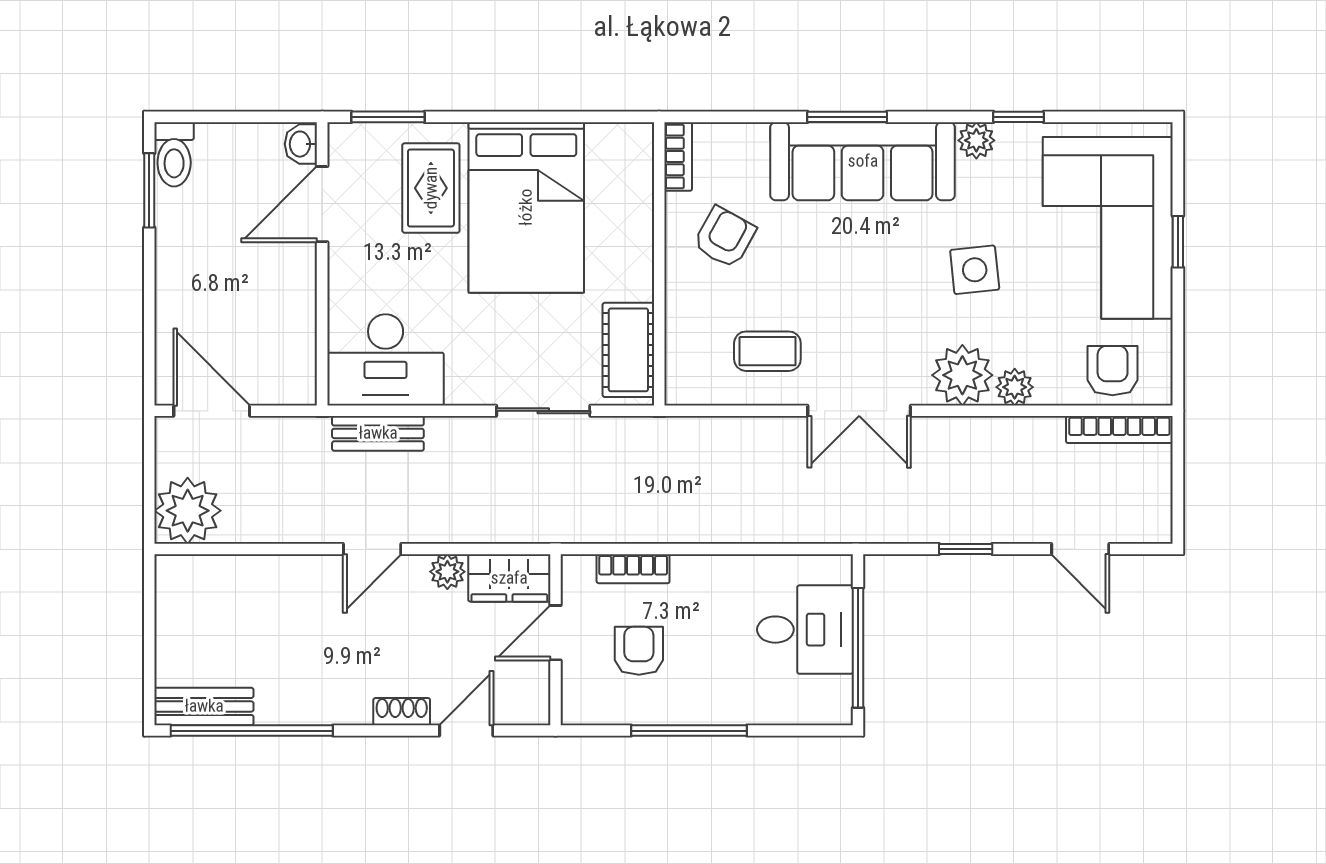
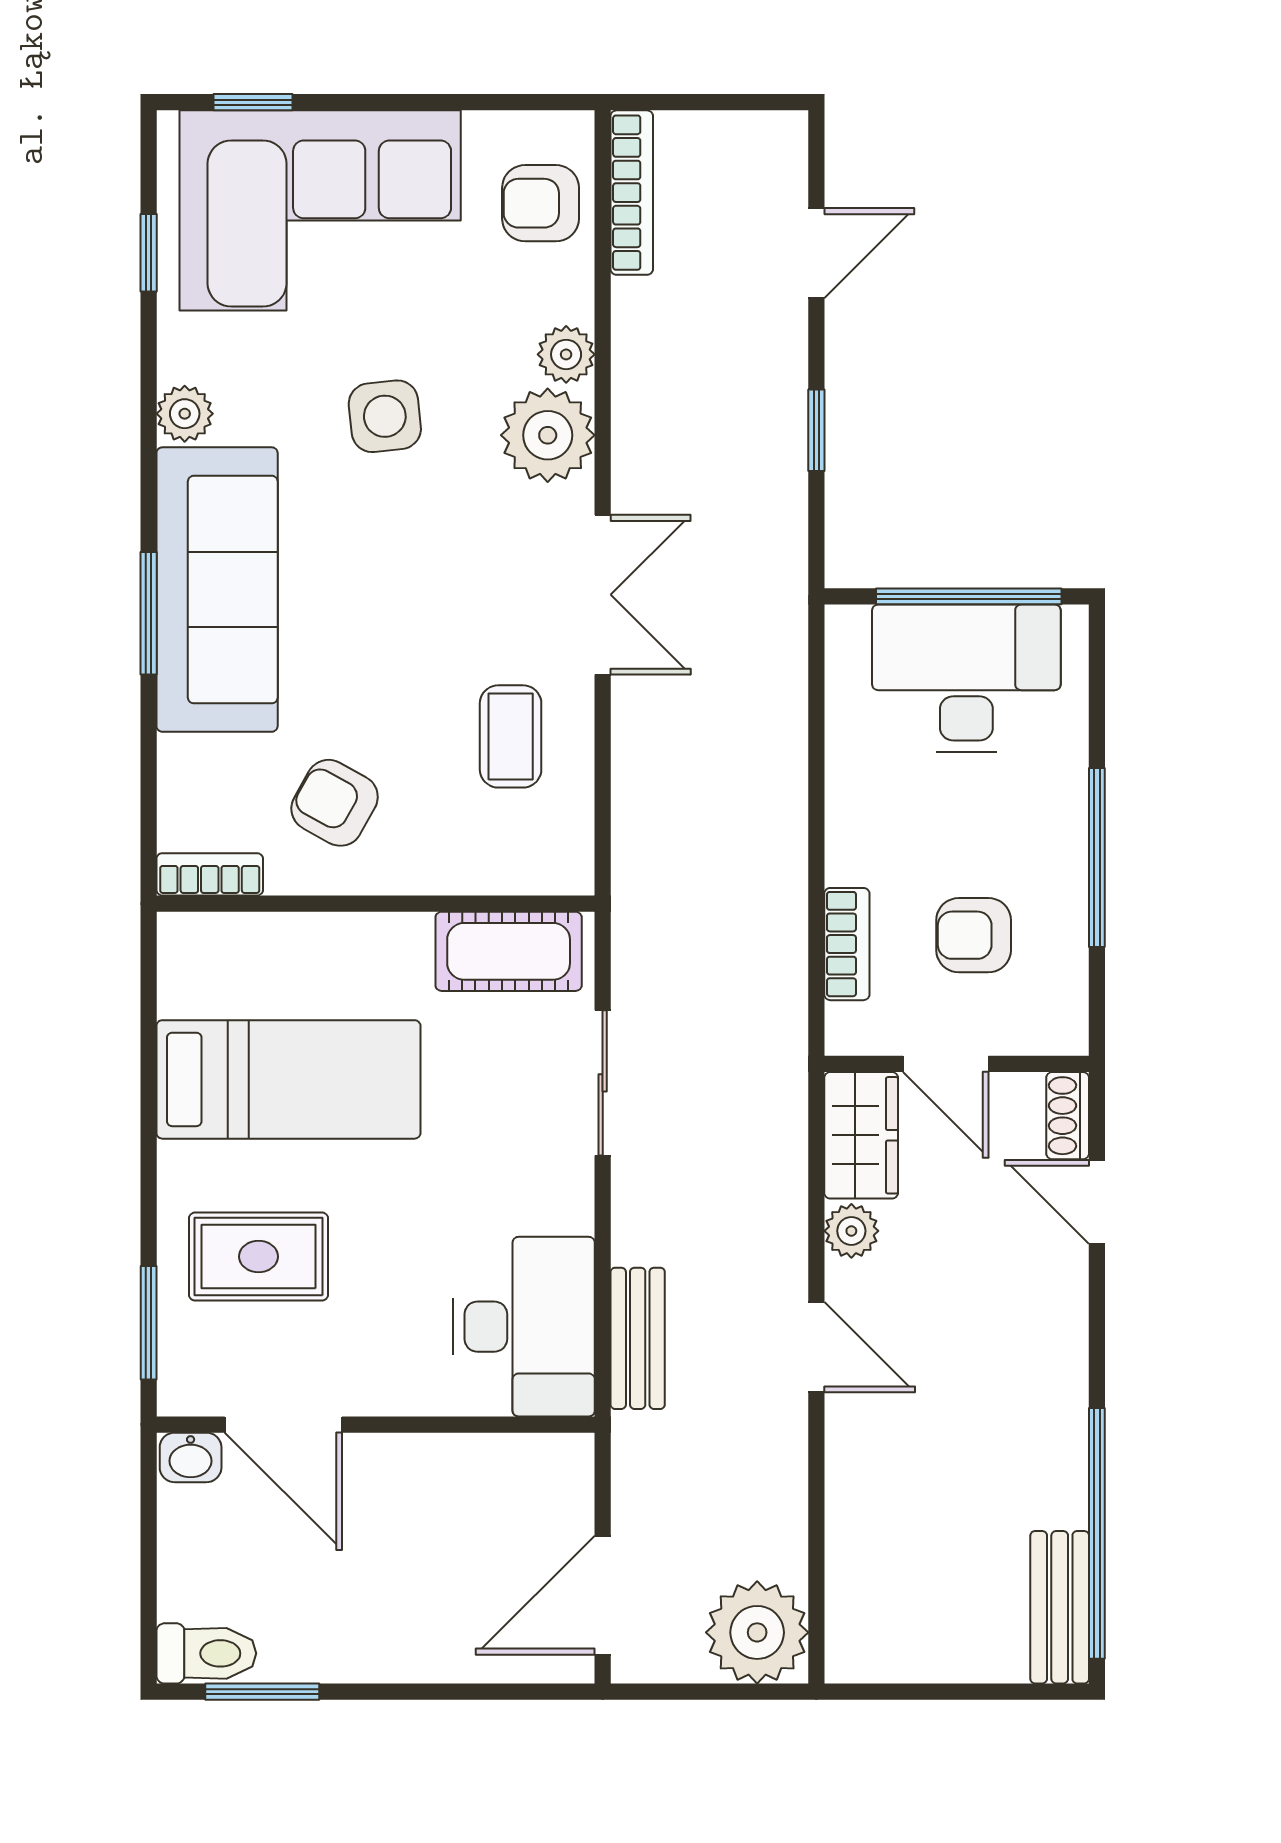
window: (1019, 117) -> (149, 253), moved
bed: (526, 207) -> (288, 1079), width x0.67
window: (1178, 242) -> (253, 102), moved
desk: (805, 630) -> (966, 678), width x1.37
shoe rack: (402, 712) -> (1068, 1116), moved

